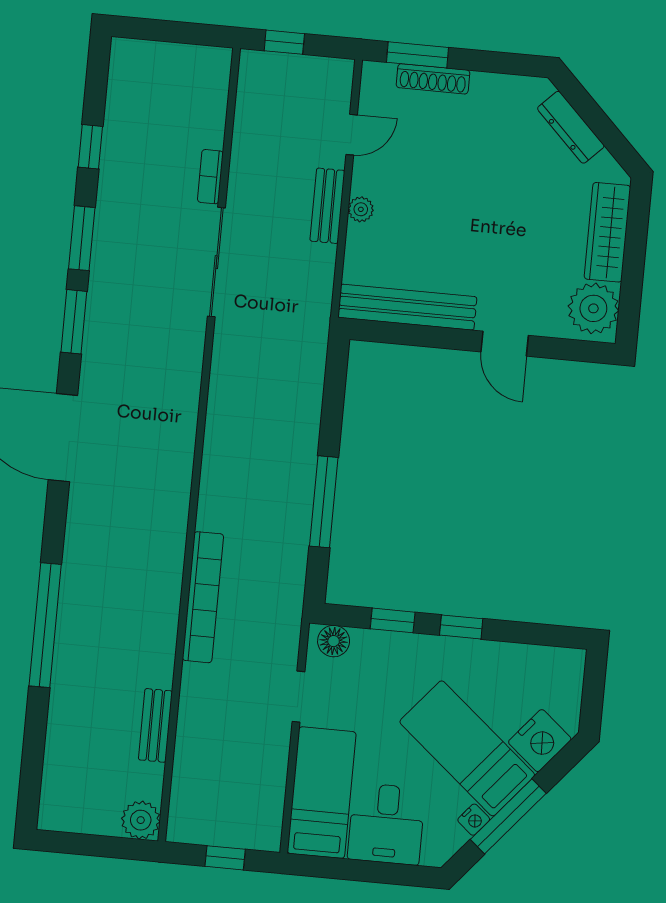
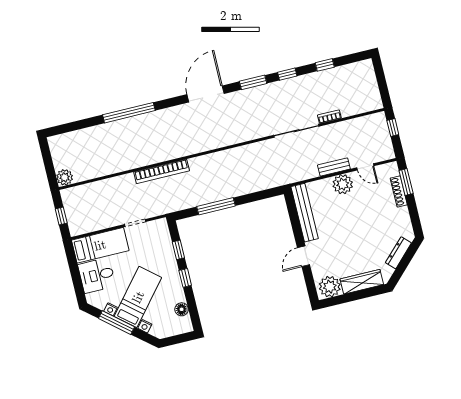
plant: (361, 209) -> (343, 184), width x1.88, depth x1.88
window: (82, 238) -> (287, 74), width x0.67
floor lamp: (334, 641) -> (182, 309), moved
bench: (155, 725) -> (104, 170), removed
nightstand: (540, 741) -> (145, 326), width x0.53, depth x0.56

